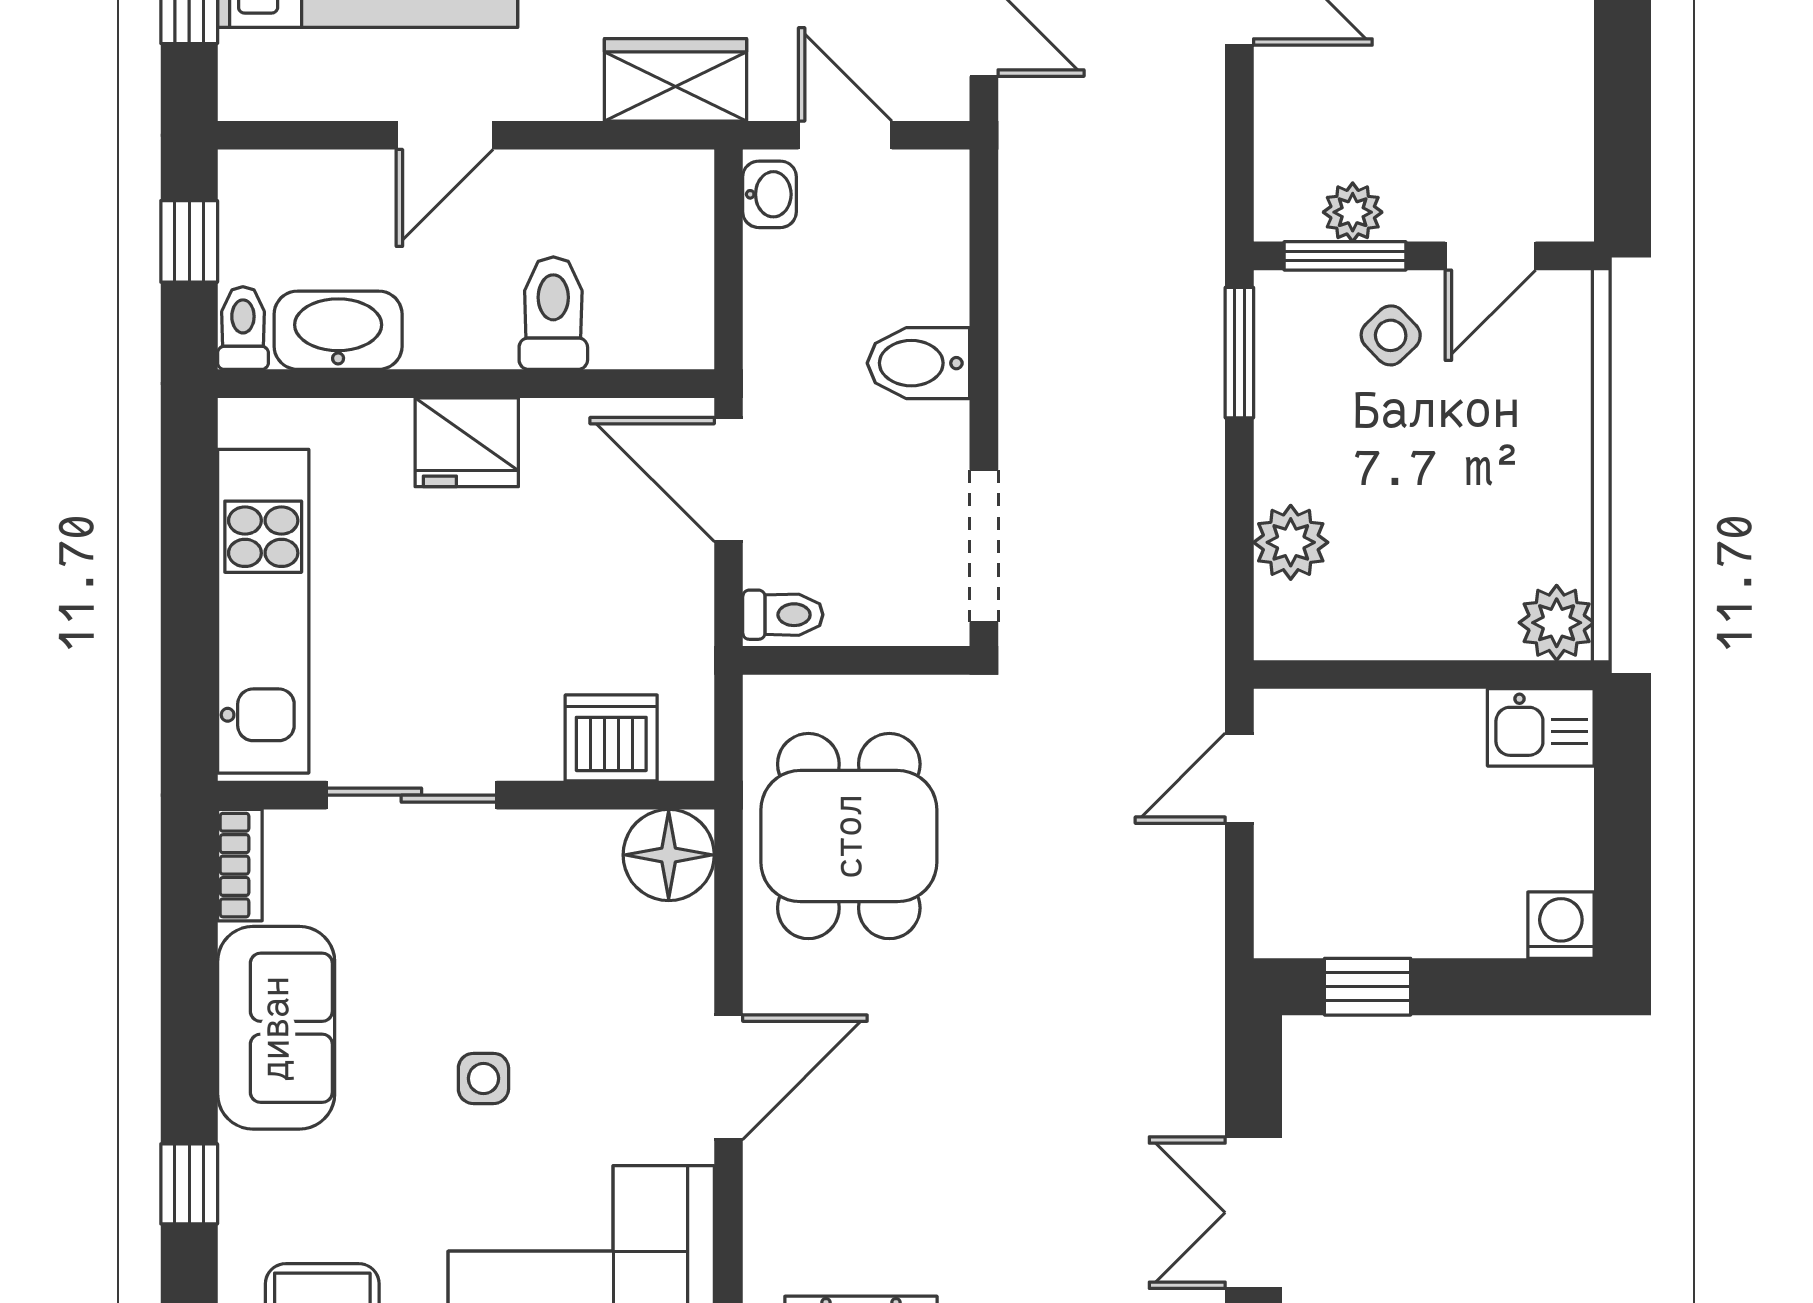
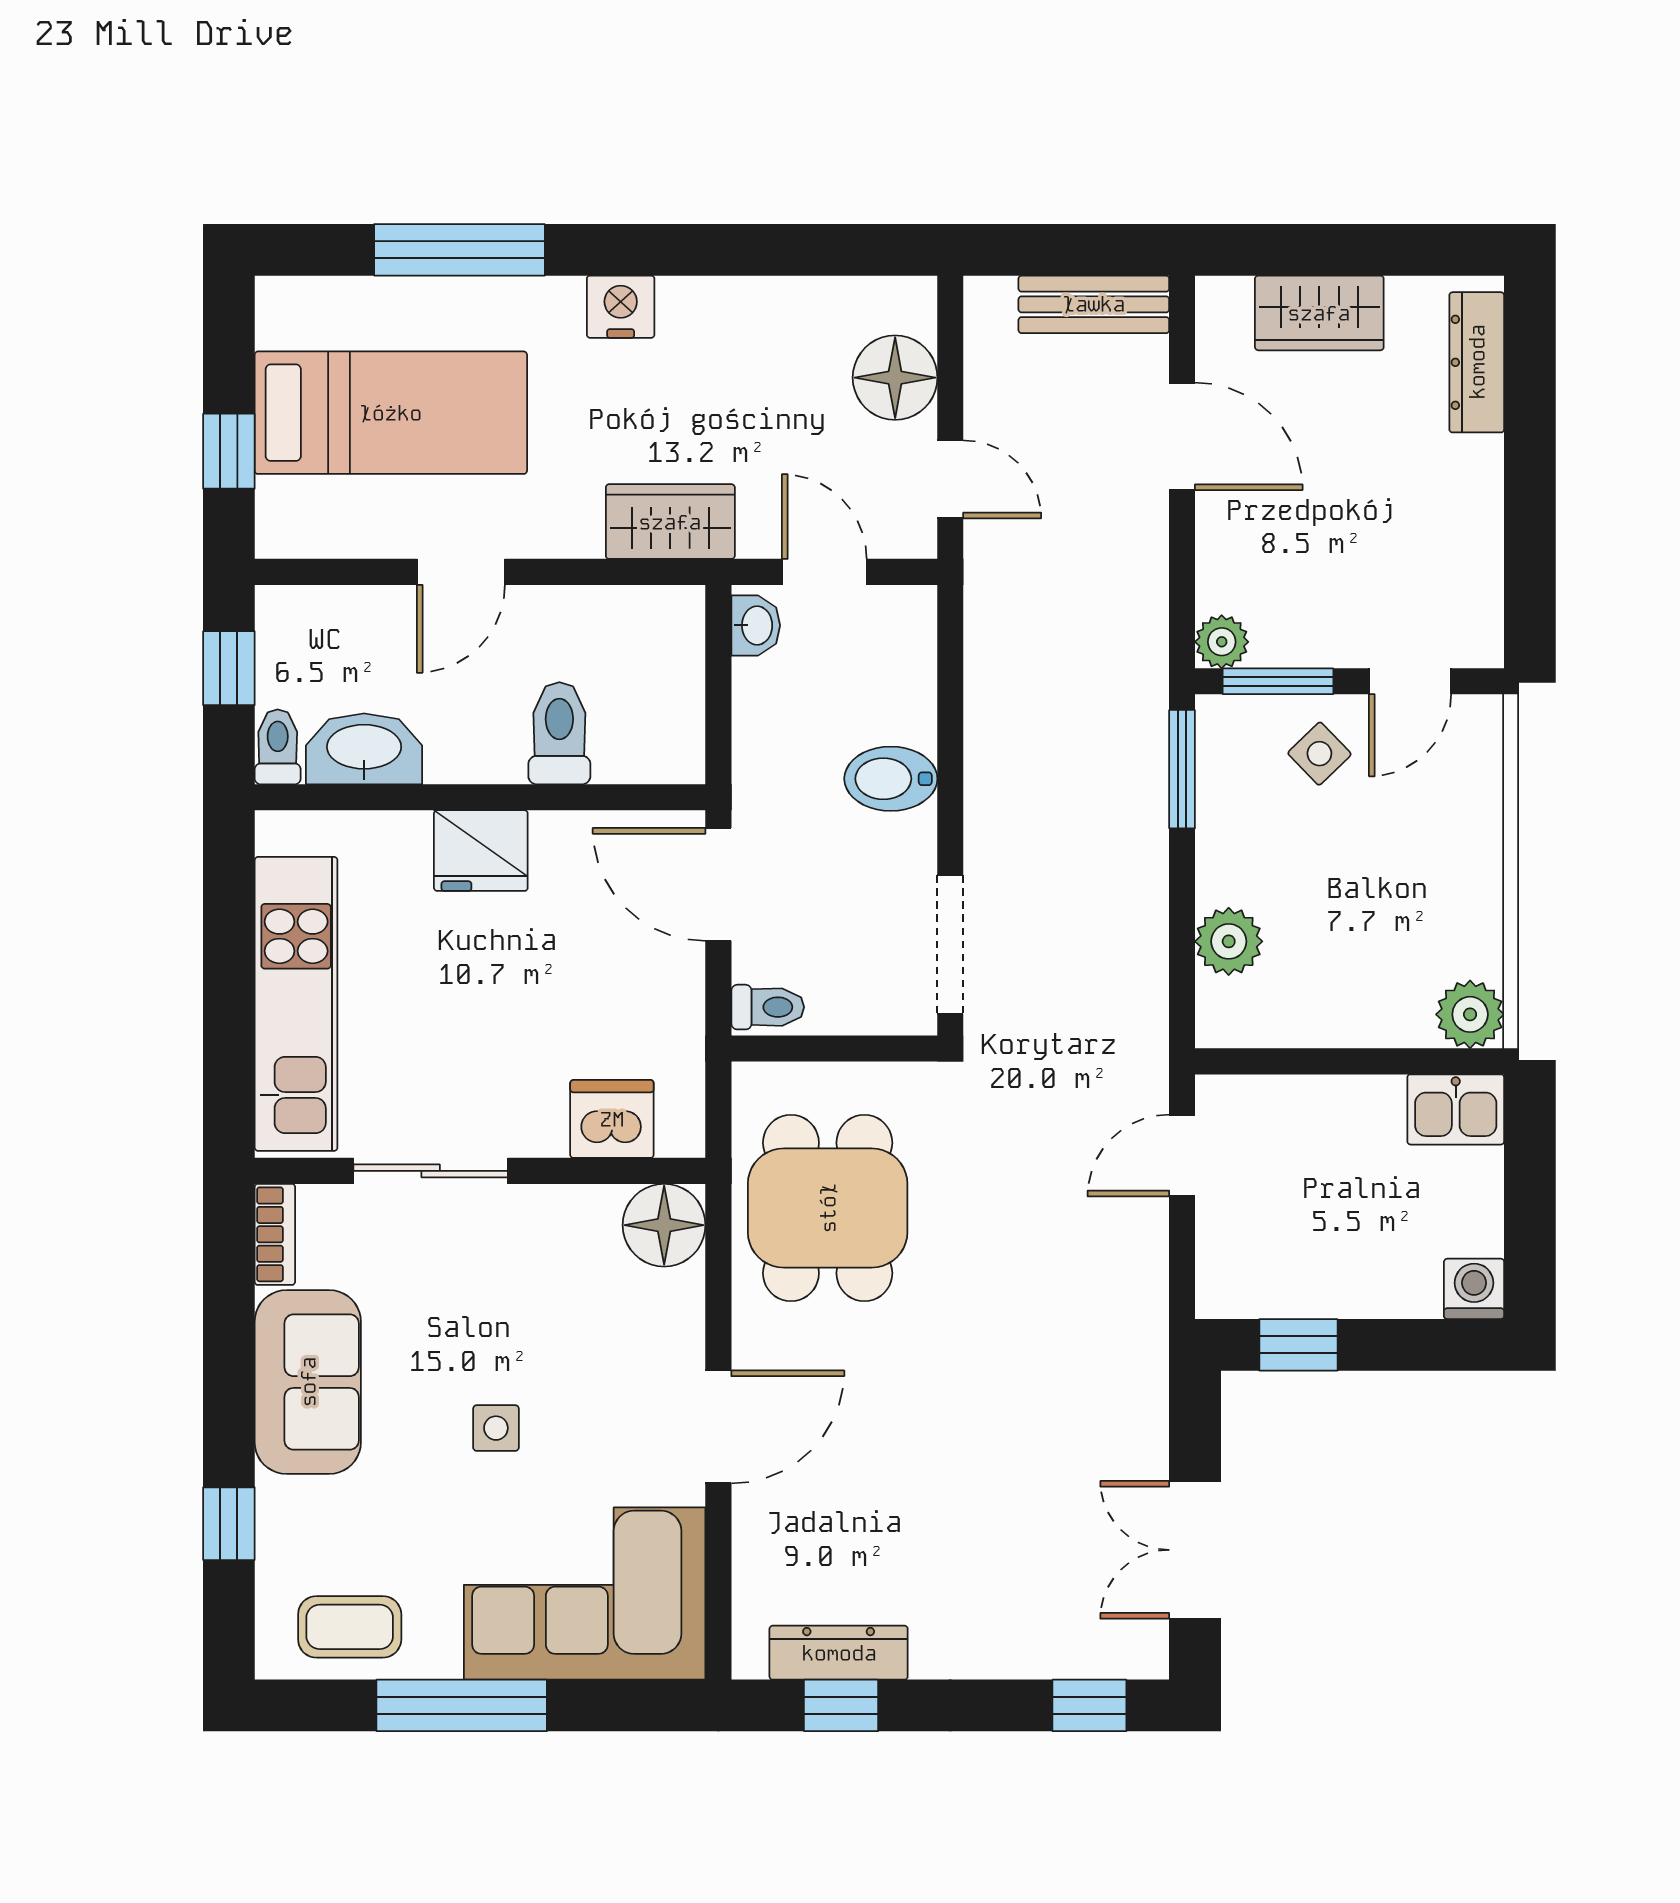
plant: (1353, 212) -> (1222, 642), moved

